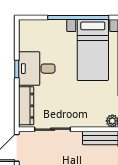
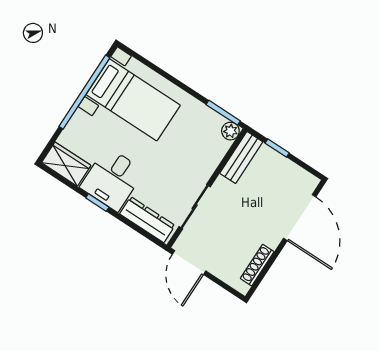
wardrobe: (28, 35) -> (66, 164), added

